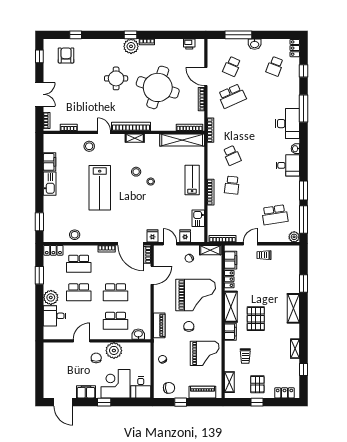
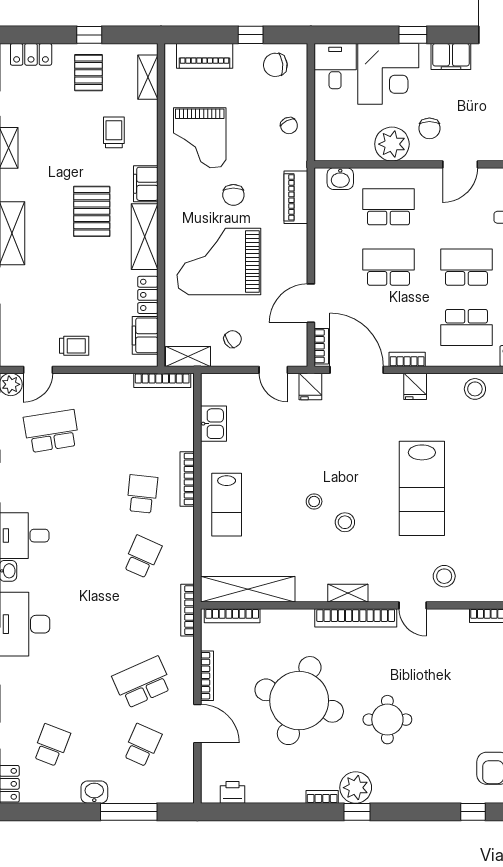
school desk: (232, 155) -> (142, 557), turned 48
lab bench: (100, 188) -> (422, 488), turned 180
fridge: (185, 236) -> (415, 386), moved
door: (250, 244) -> (38, 370), moved
school desk: (79, 264) -> (466, 327), turned 180
grand piano: (205, 353) -> (200, 138), turned -90

